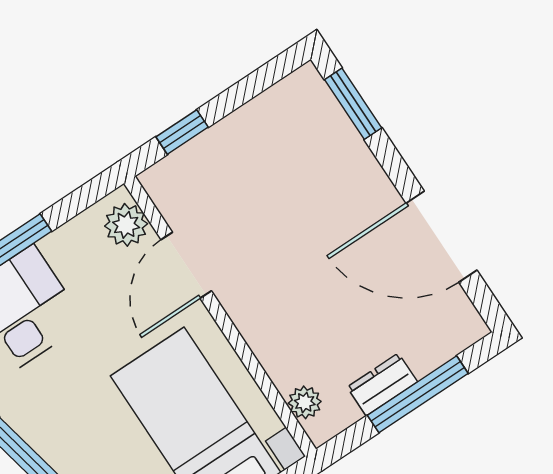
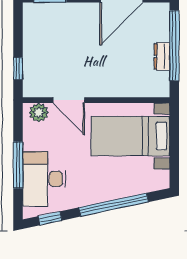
window: (418, 394) -> (174, 46), width x1.46
plant: (305, 402) -> (149, 90), removed

